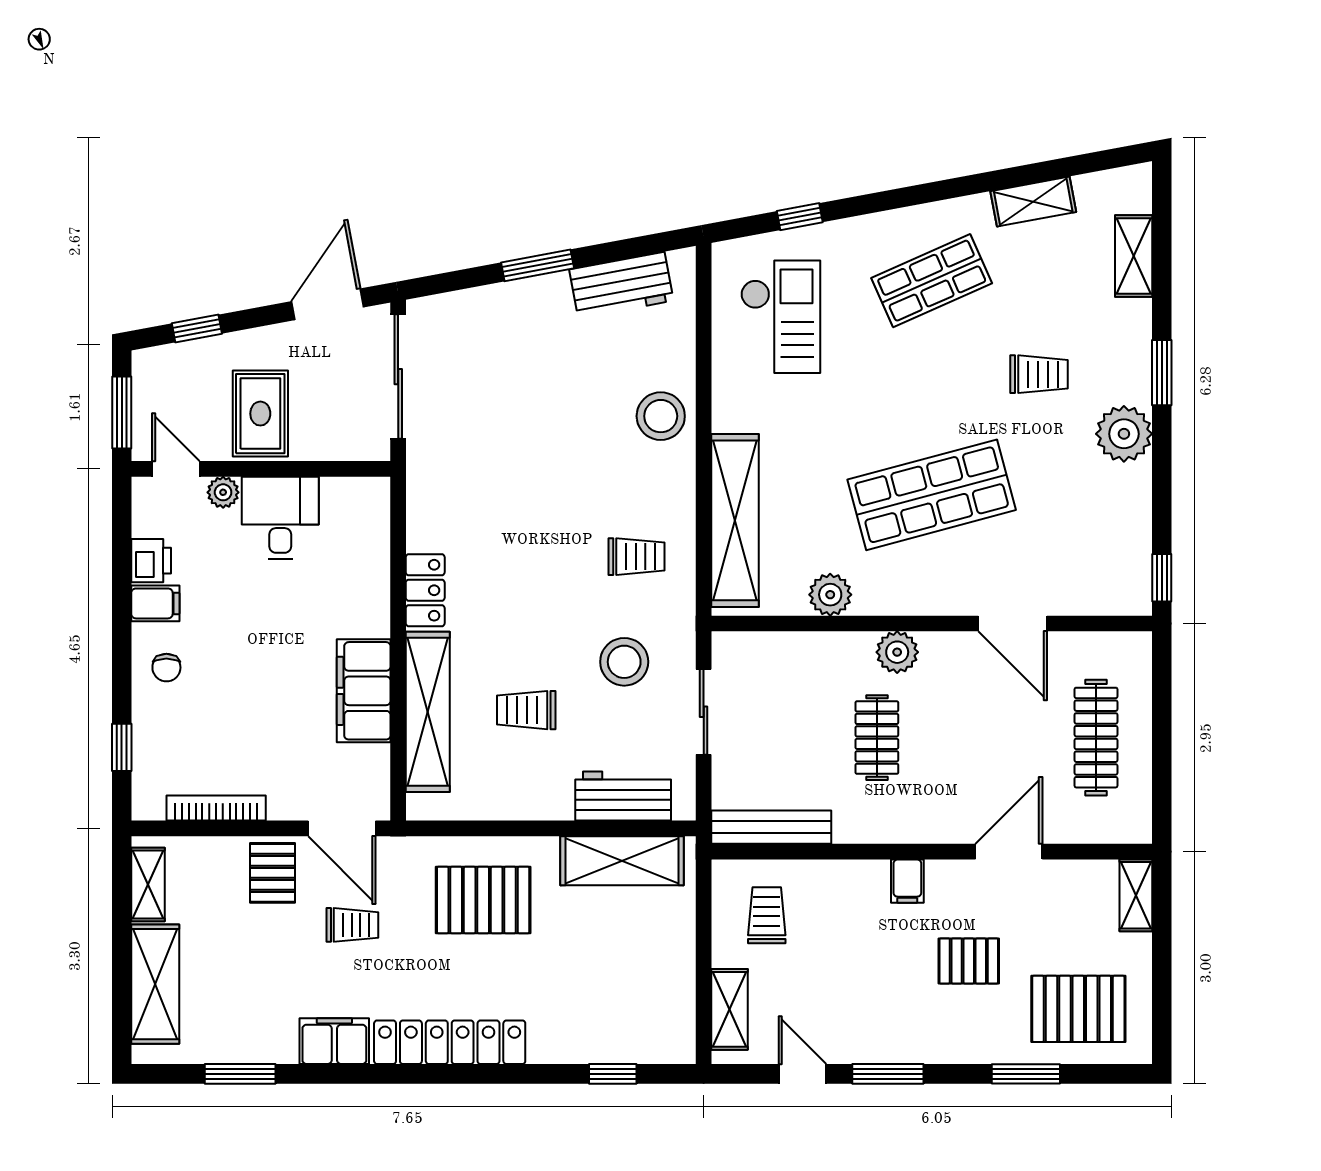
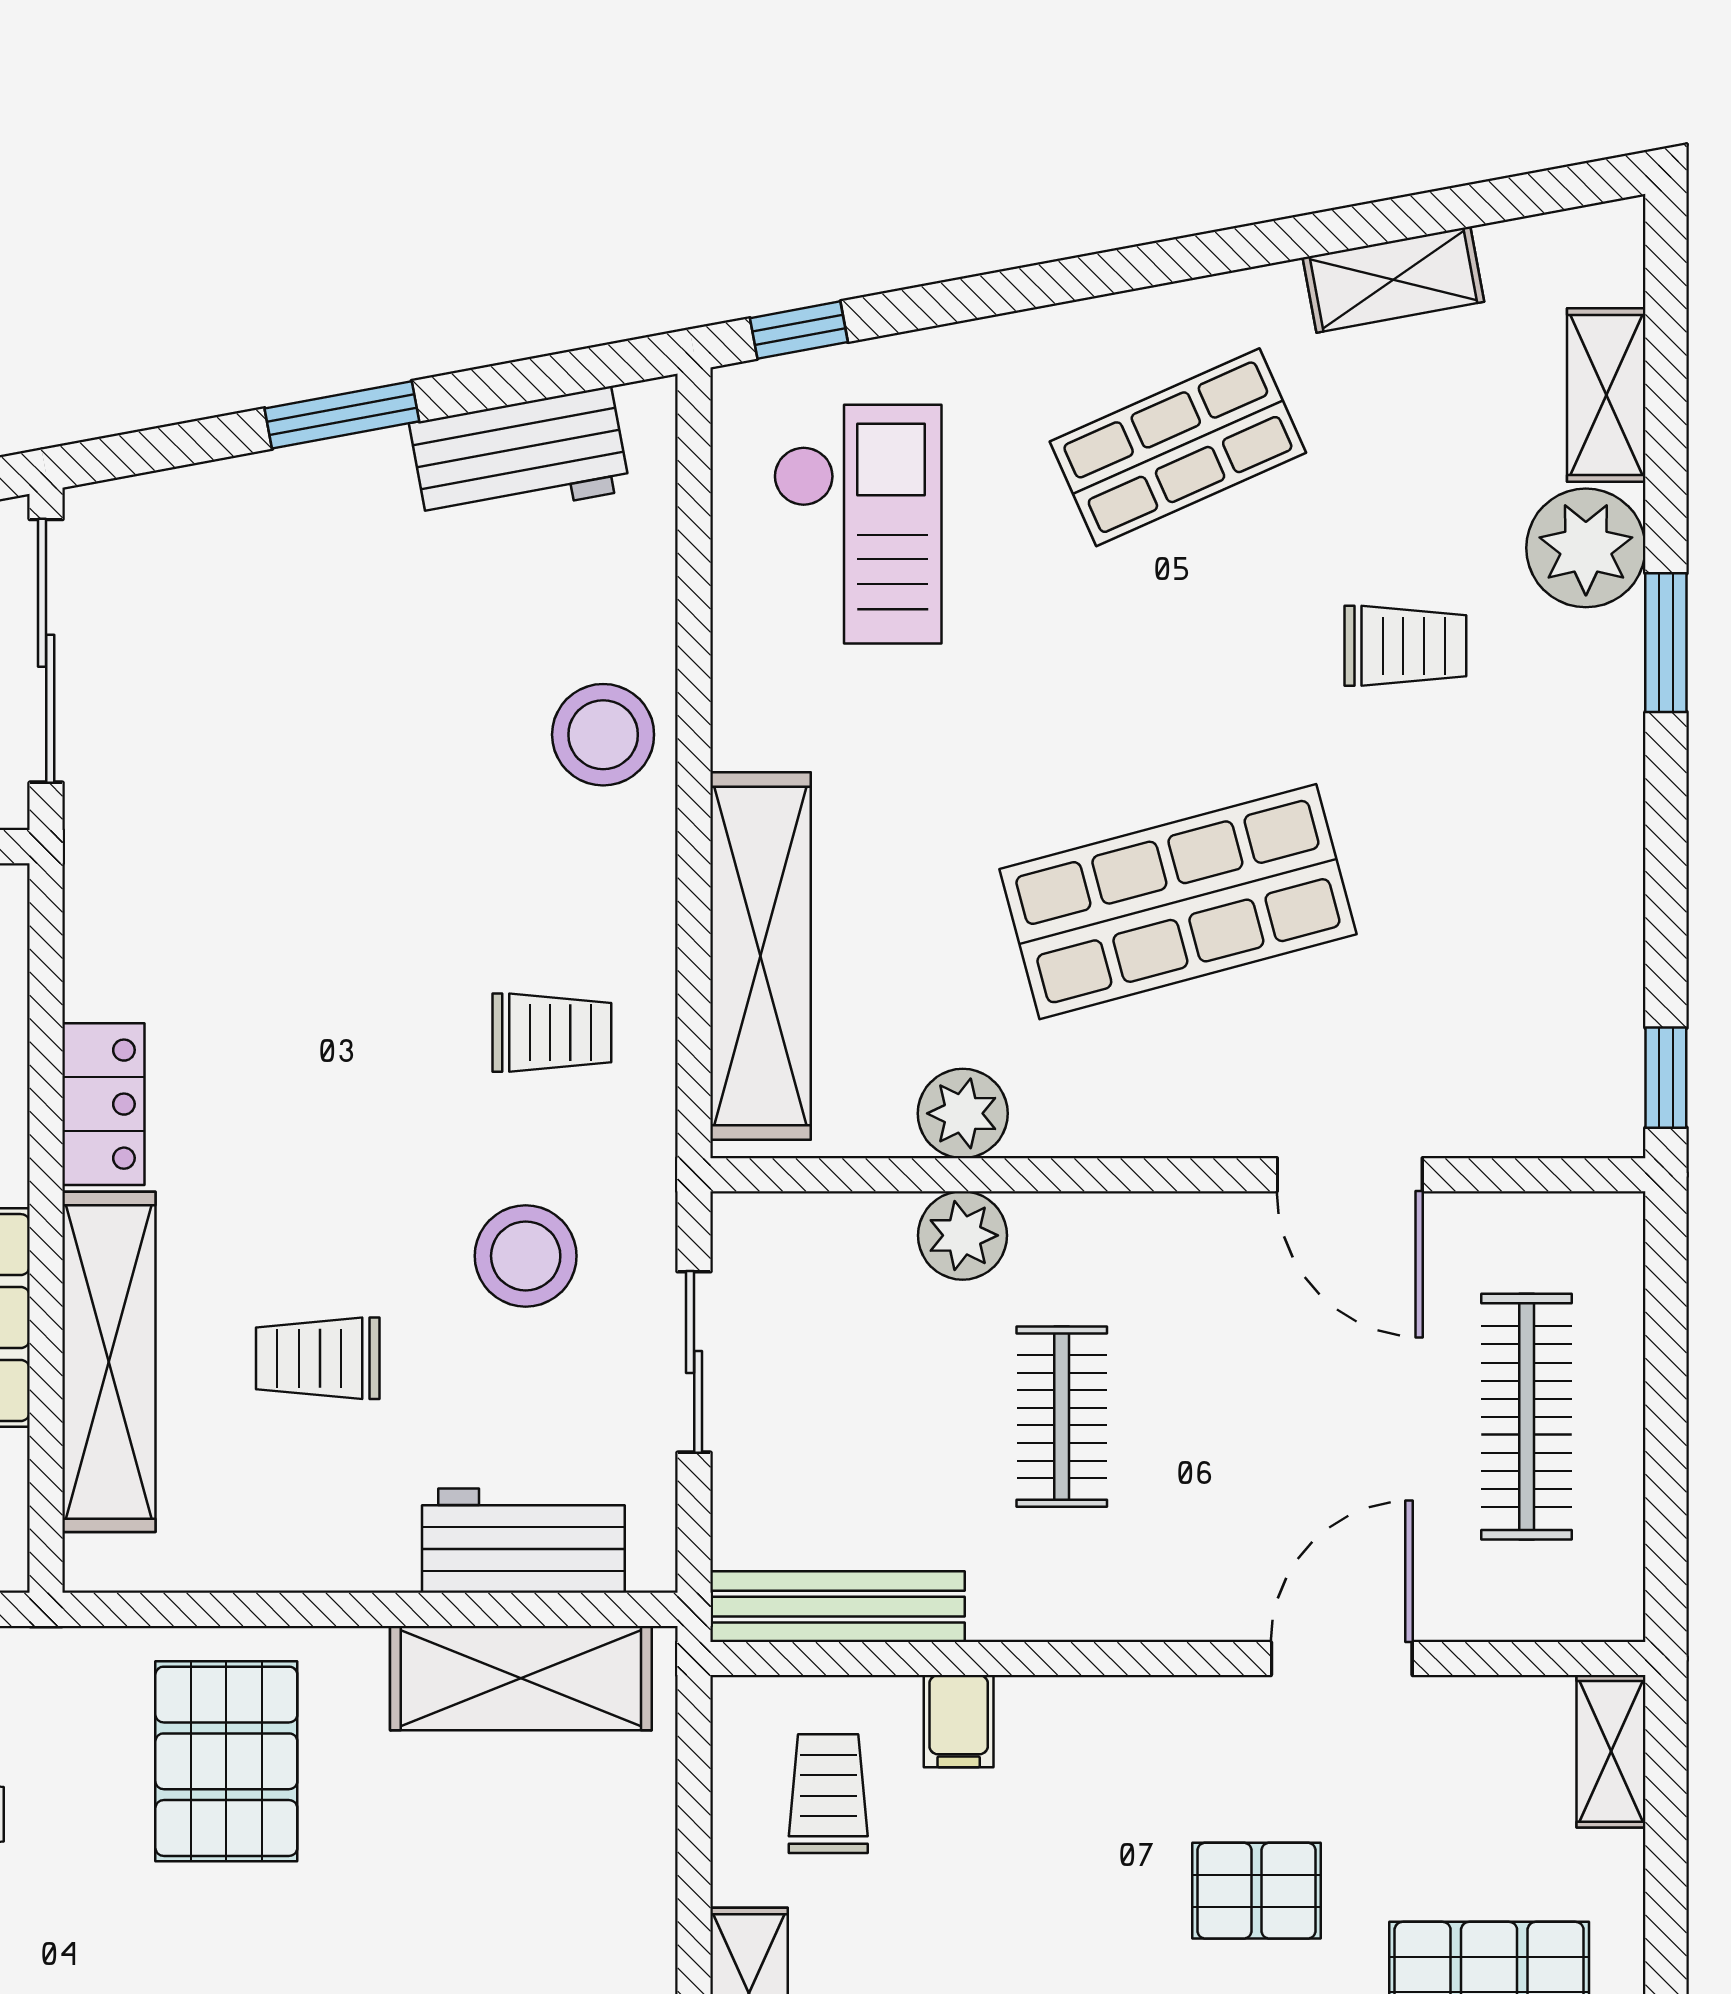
window: (800, 217) -> (799, 330), moved
plant: (1124, 434) -> (1586, 548), moved
plant: (897, 652) -> (963, 1235), moved
filing cabinet: (907, 881) -> (959, 1721), moved
pallet: (483, 900) -> (226, 1761), turned 90

